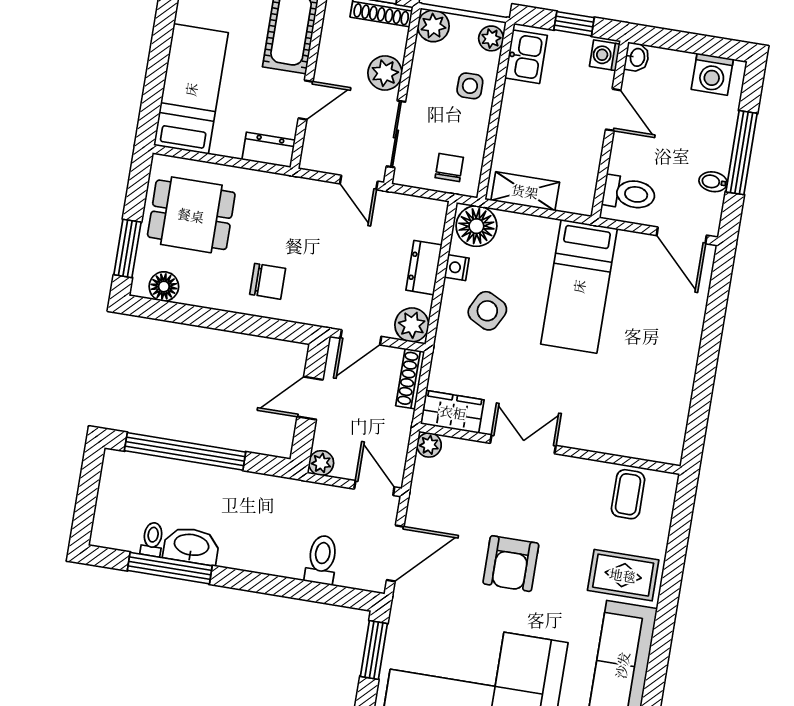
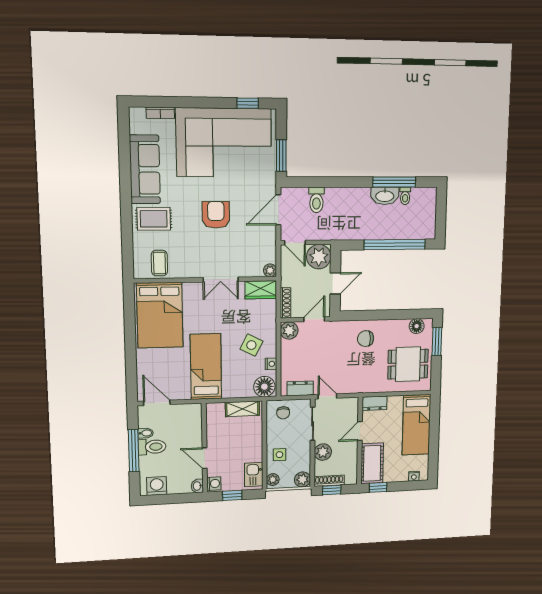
toilet: (629, 193) -> (152, 447), moved, turned 180
dresser: (424, 268) -> (300, 388), moved, turned -90
bed: (645, 399) -> (160, 315), added
plant: (321, 463) -> (319, 257), width x1.88, depth x1.88

